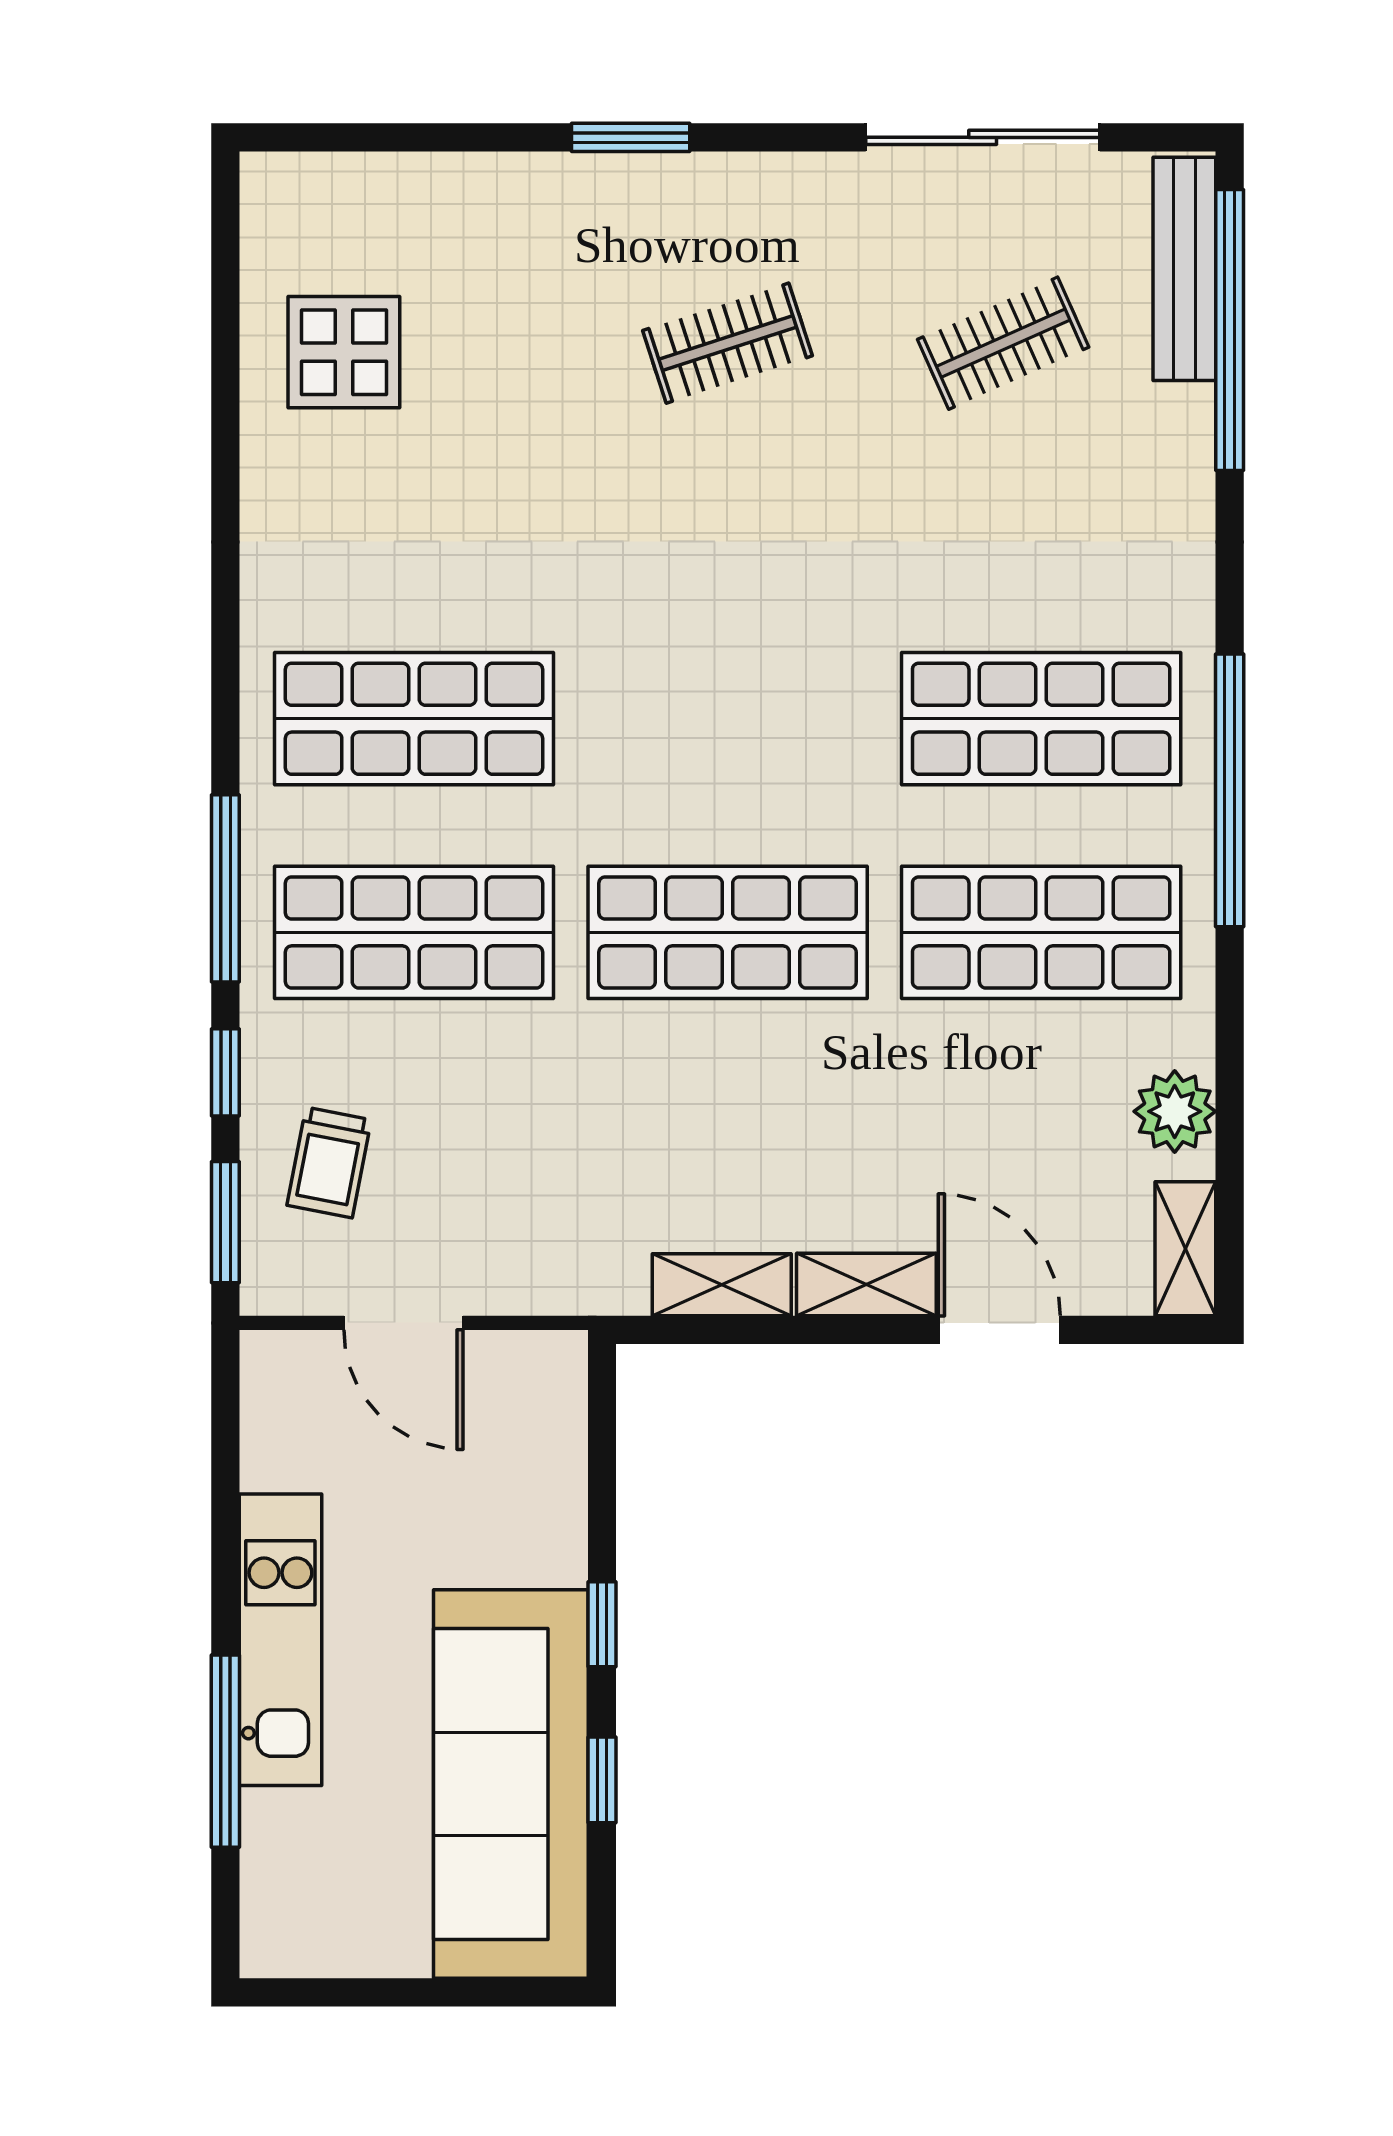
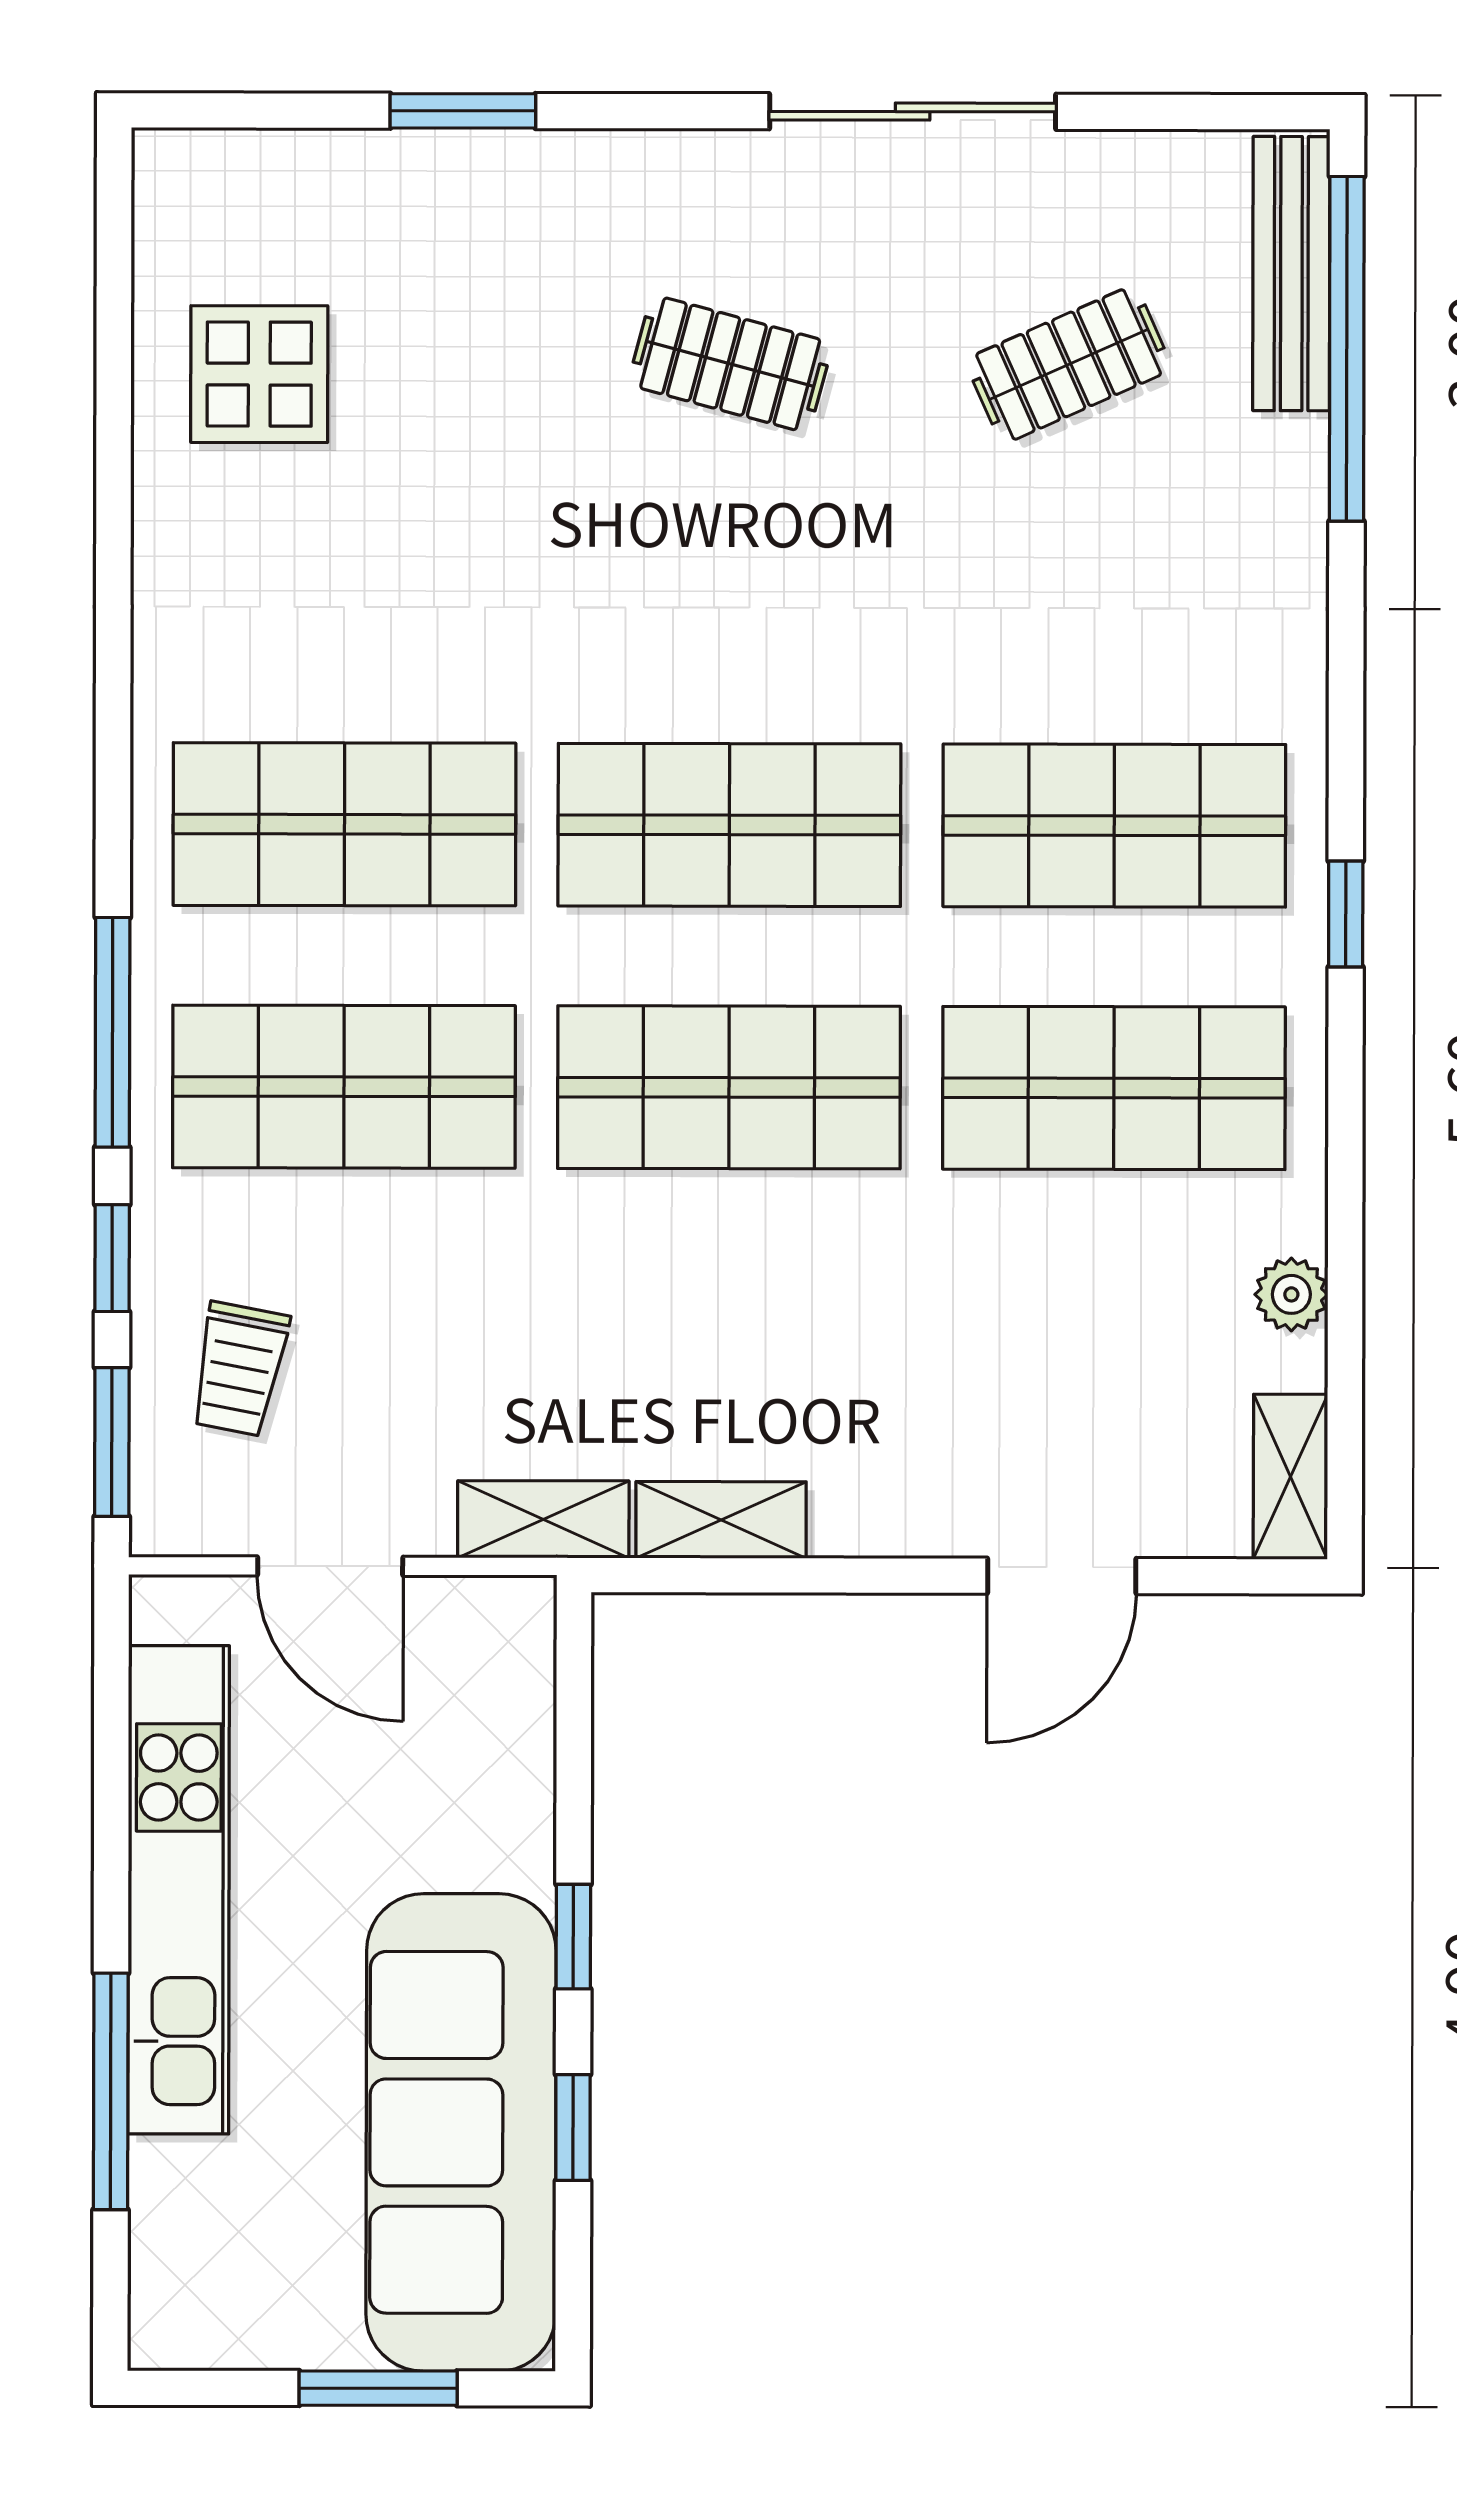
window: (631, 137) -> (463, 111), moved
sliding door: (983, 137) -> (913, 112), moved
clothes rail: (728, 343) -> (730, 364), turned 33
shop shelf: (728, 719) -> (729, 825), added
window: (1230, 790) -> (1346, 914), width x0.32
plant: (1175, 1111) -> (1291, 1294), width x0.73, depth x0.73
shelving: (866, 1285) -> (543, 1519), moved
door: (999, 1330) -> (1062, 1576), swing flipped
kitchen unit: (280, 1640) -> (179, 1890), width x1.36
window: (444, 1992) -> (378, 2388), added

